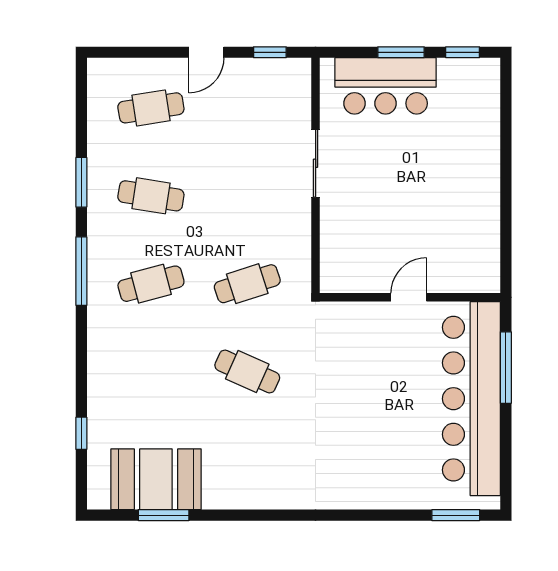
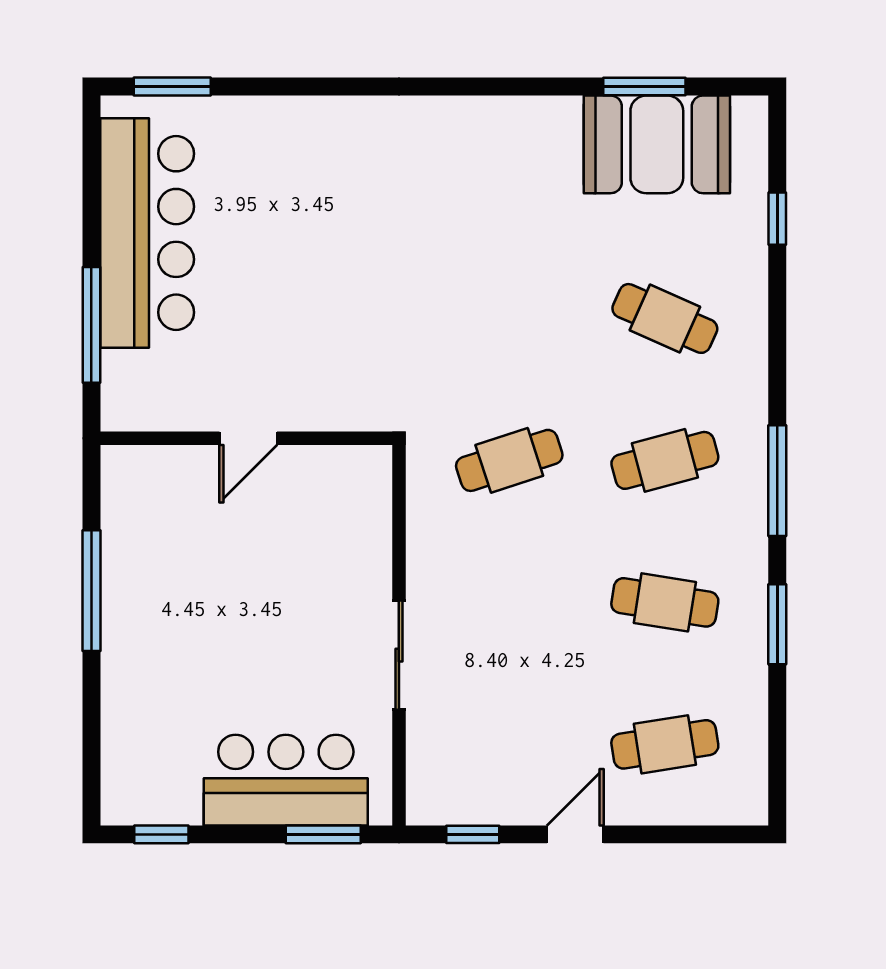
window: (401, 52) -> (323, 834), moved
window: (506, 203) -> (91, 591), added
cafe table: (247, 372) -> (665, 318), moved
bar counter: (471, 399) -> (147, 233), width x0.73

